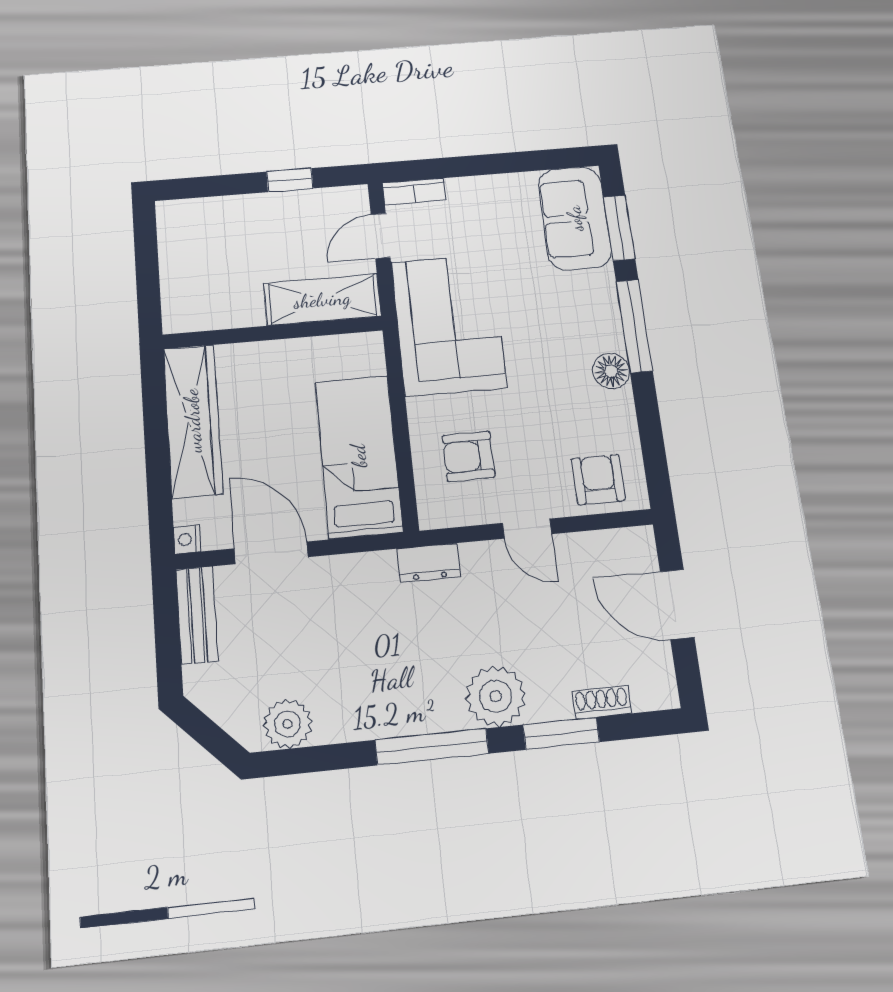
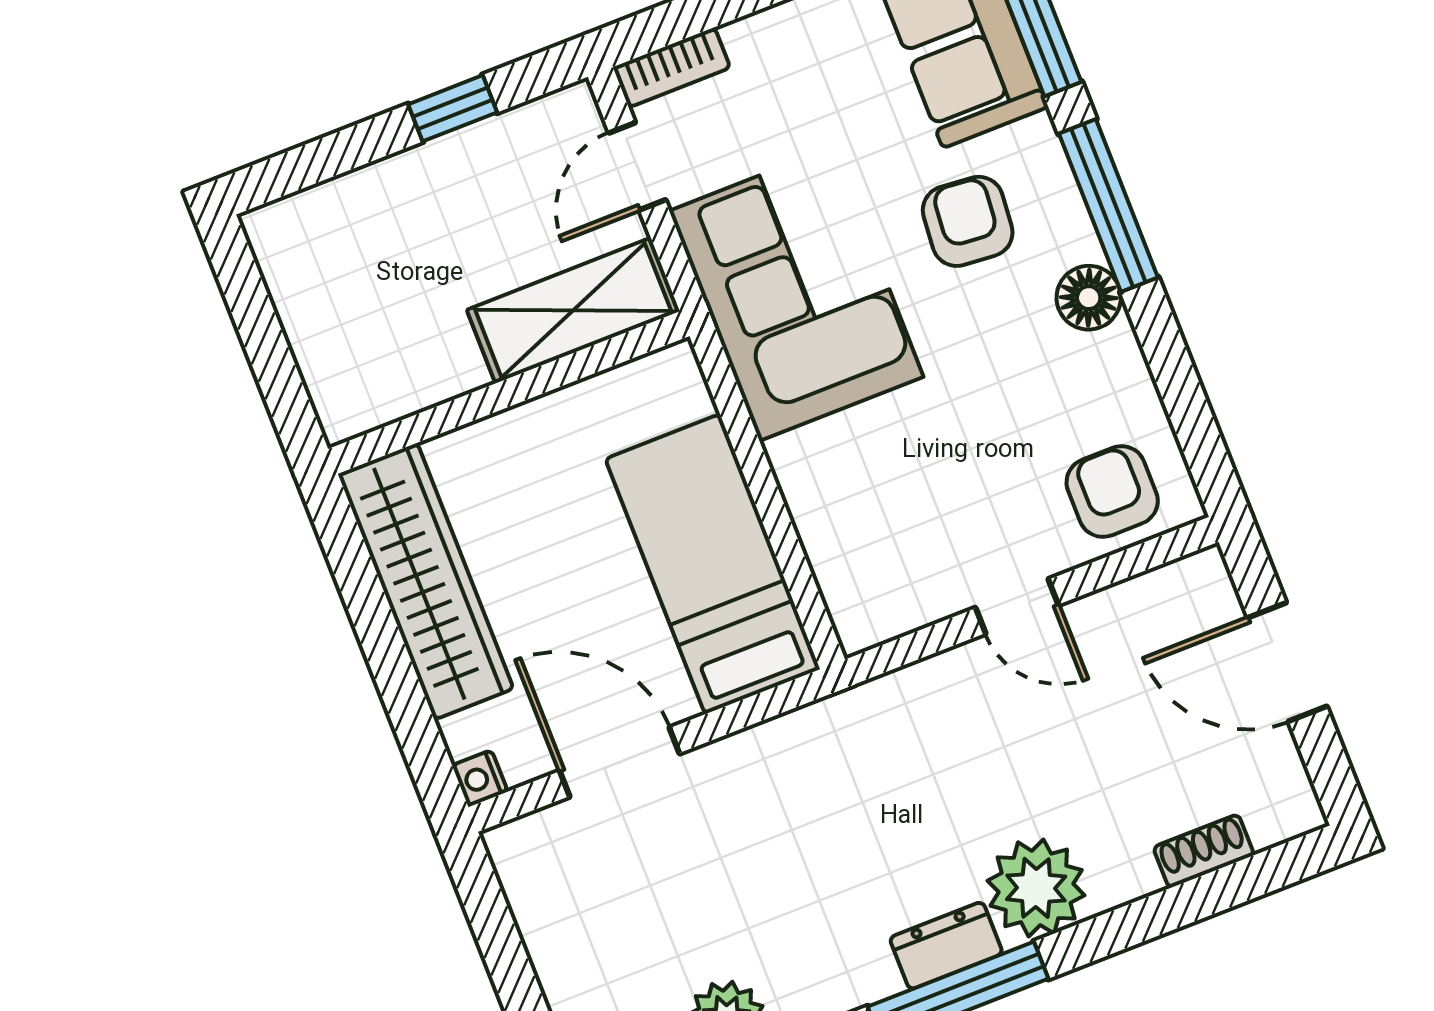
armchair: (469, 456) -> (968, 221), moved, turned 95
dresser: (429, 563) -> (946, 946), moved, turned 180
bench: (197, 615) -> (534, 893), removed
window: (561, 733) -> (1152, 916), removed

